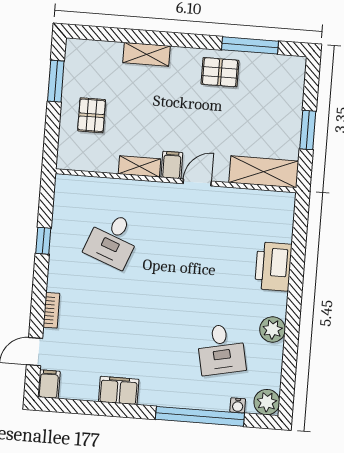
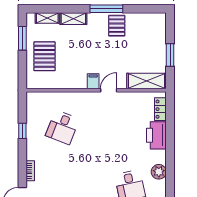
window: (250, 45) -> (106, 9), moved
pallet: (220, 72) -> (117, 26), turned 90
pallet: (92, 115) -> (45, 56), width x1.50, depth x1.42
shelving: (139, 166) -> (47, 18), moved
locker: (284, 222) -> (160, 109), added

